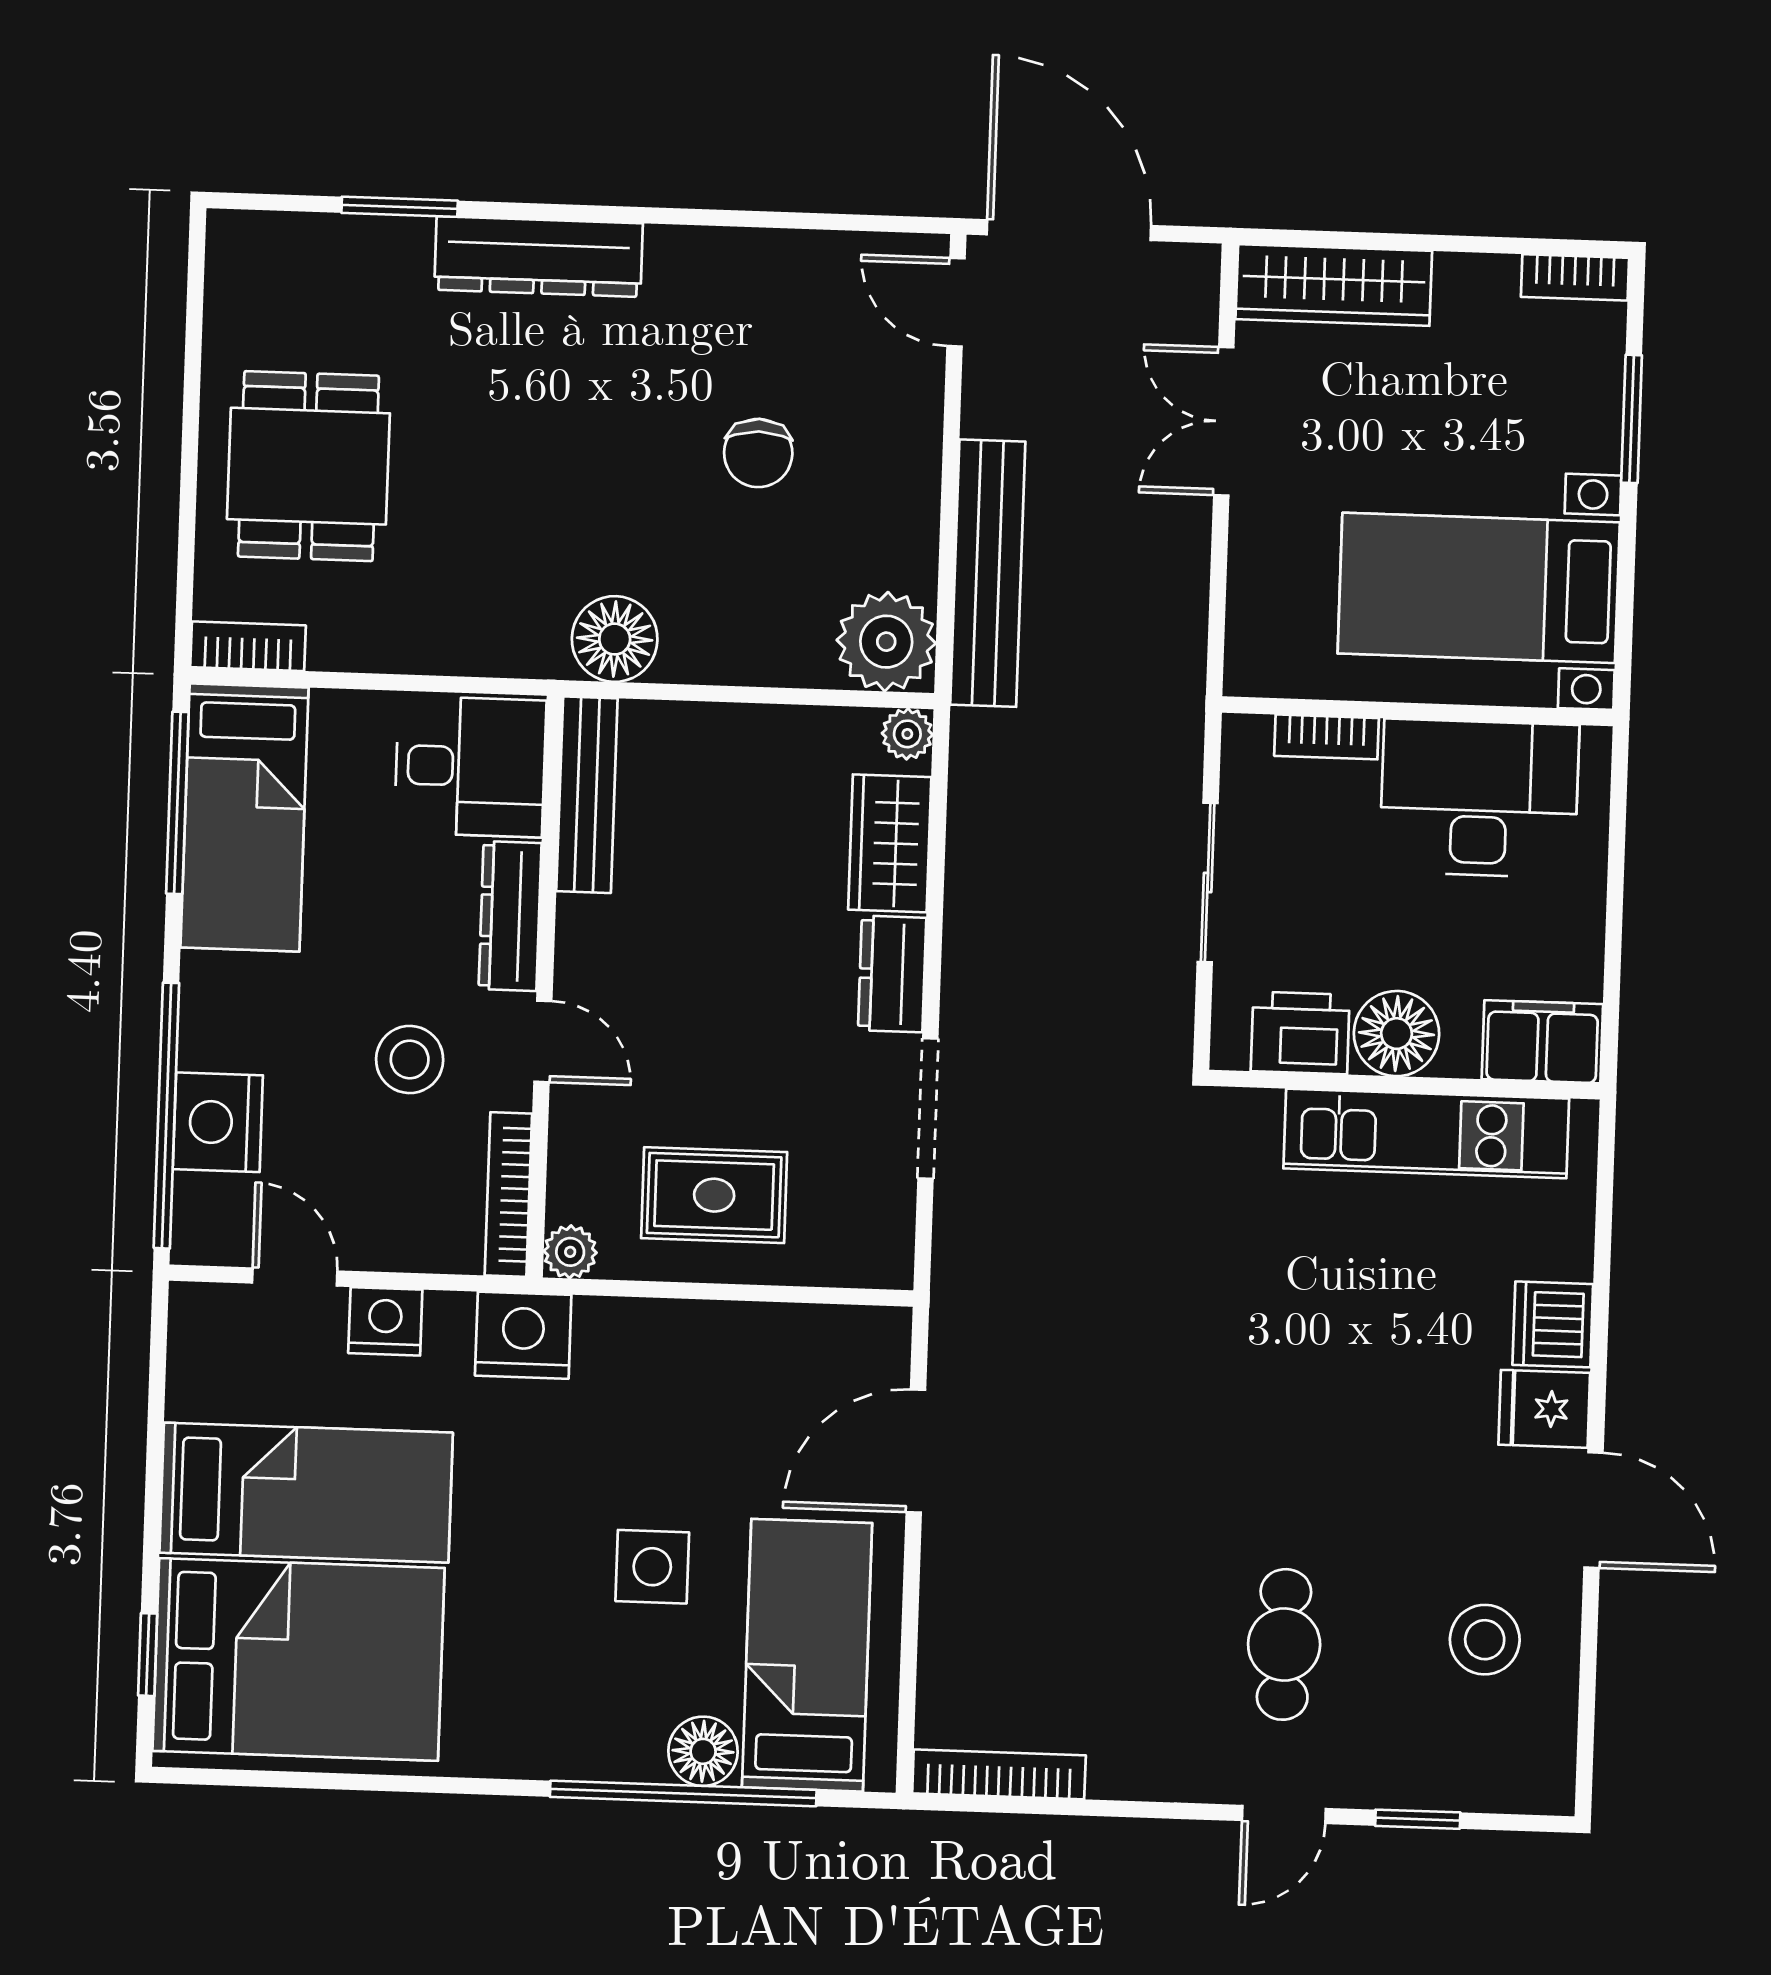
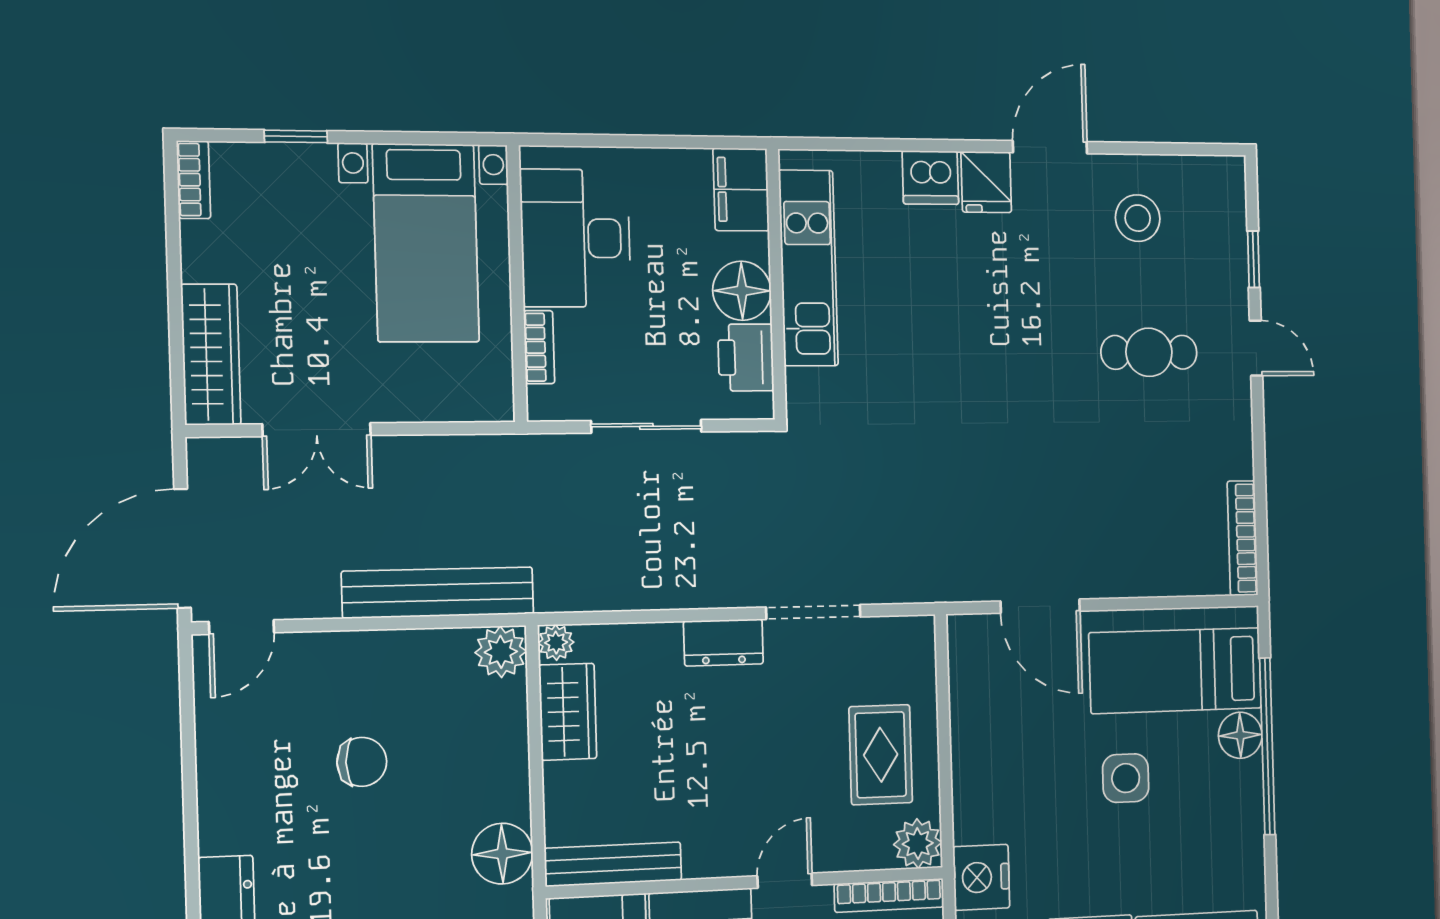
window: (1632, 419) -> (296, 136), width x0.67
plant: (886, 642) -> (501, 652), width x0.73, depth x0.73
wardrobe: (890, 843) -> (568, 712), moved, turned -90
plant: (570, 1252) -> (918, 844), width x1.38, depth x1.38

